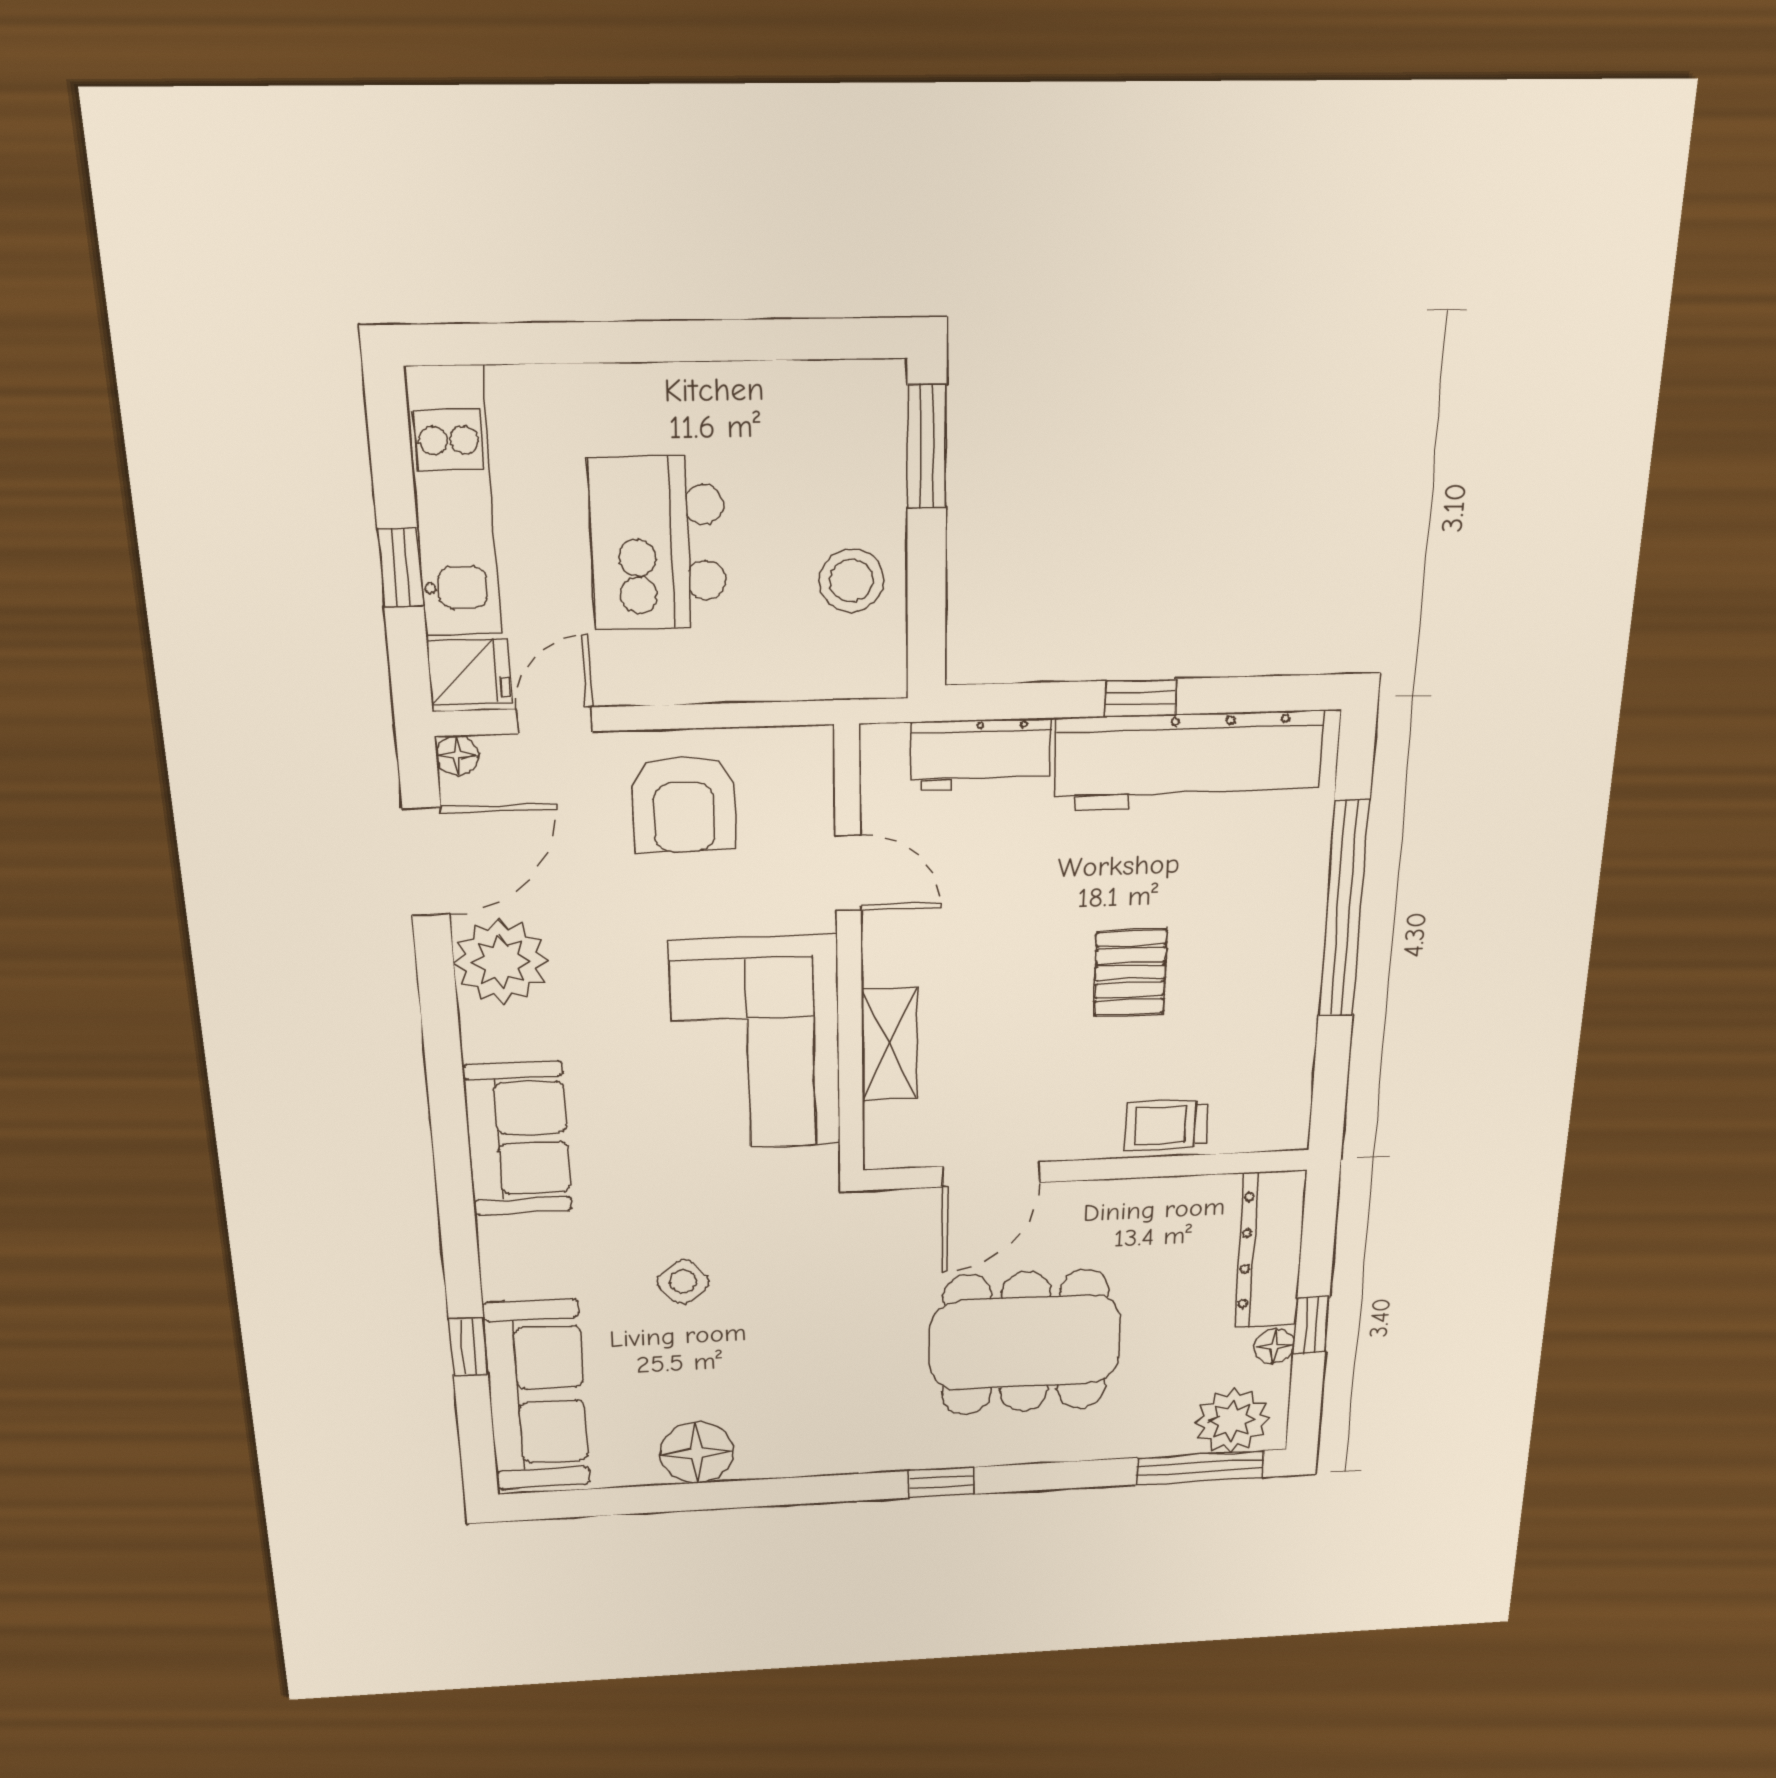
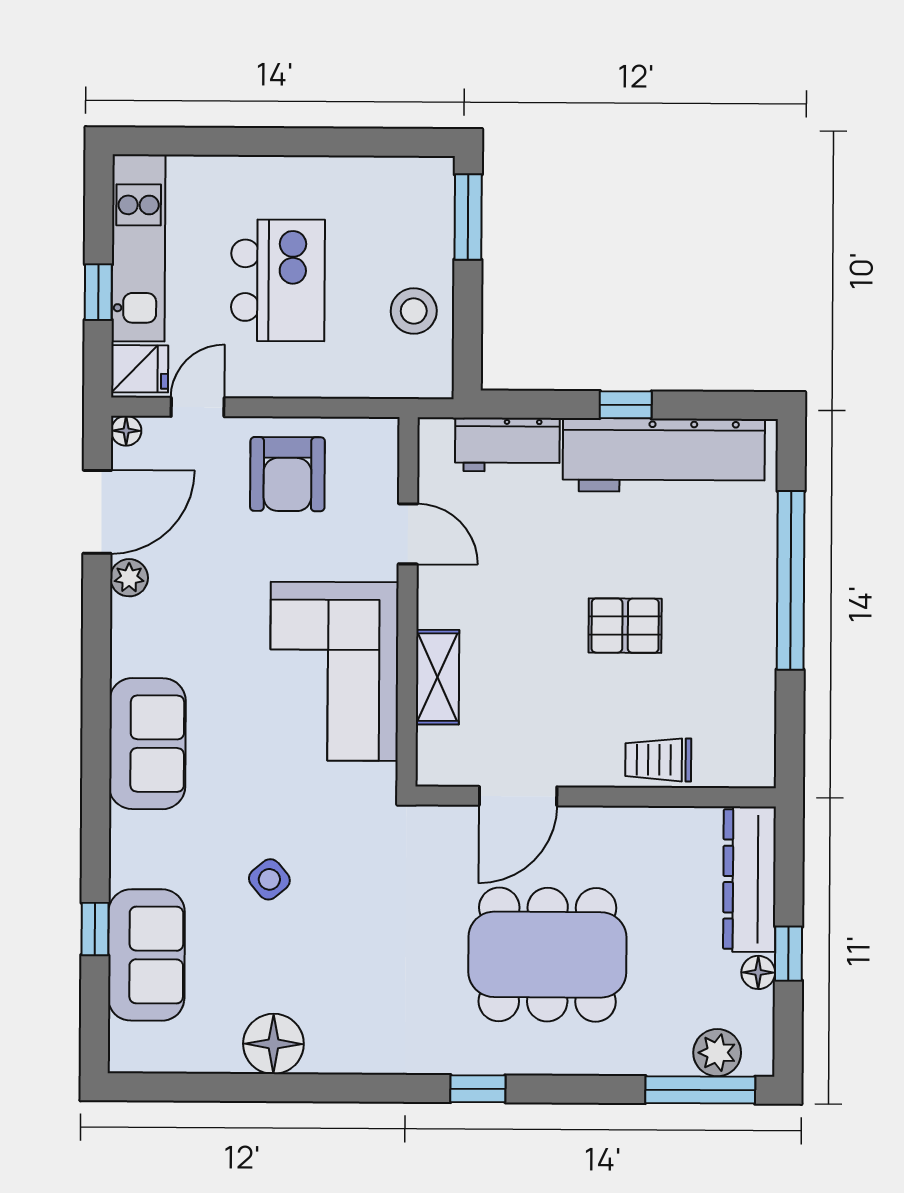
kitchen island: (658, 544) -> (278, 280), turned 180
plant: (501, 962) -> (129, 578), width x0.53, depth x0.53
pallet: (1130, 973) -> (625, 626), turned 90
sofa: (537, 1395) -> (146, 955), width x0.73
plant: (1232, 1421) -> (717, 1053), width x0.73, depth x0.73

